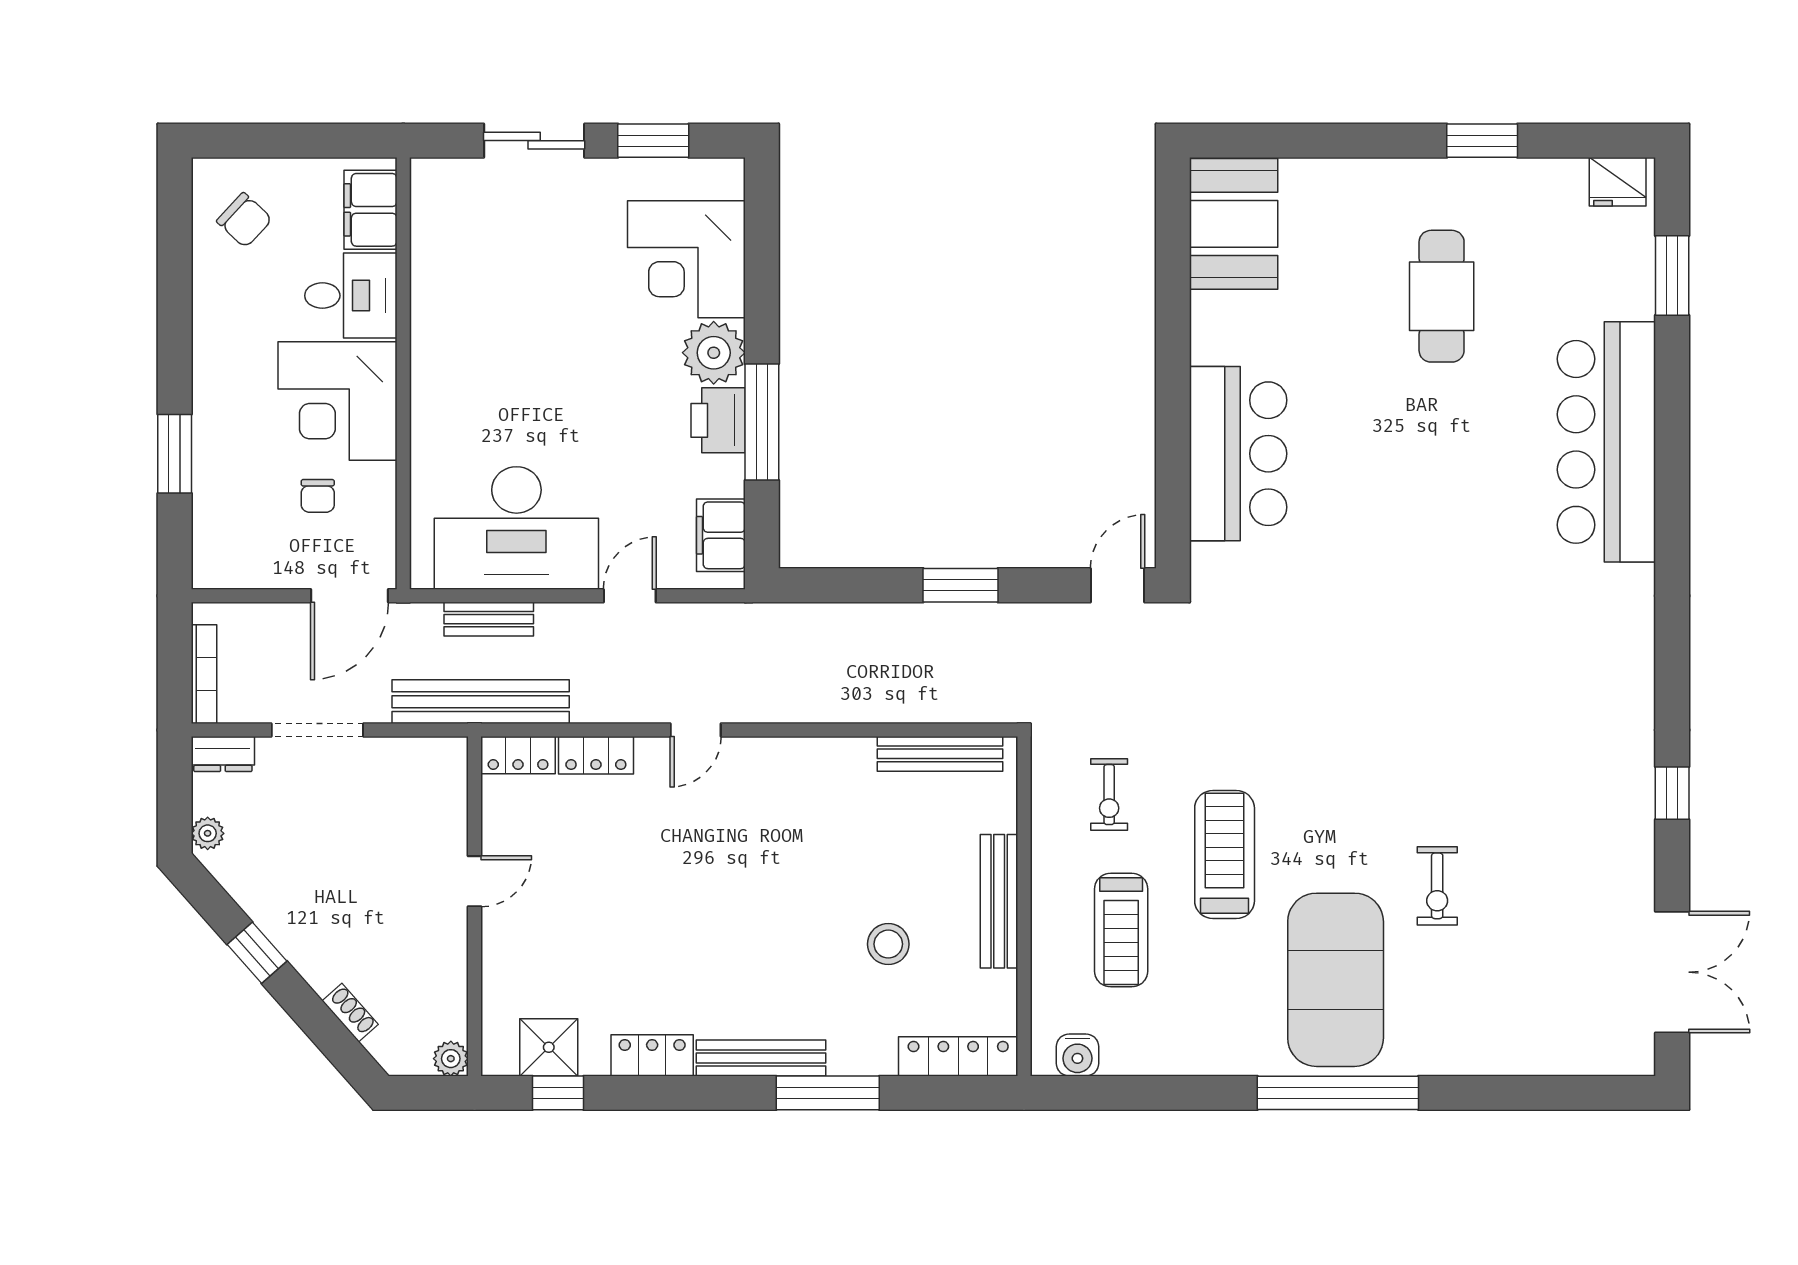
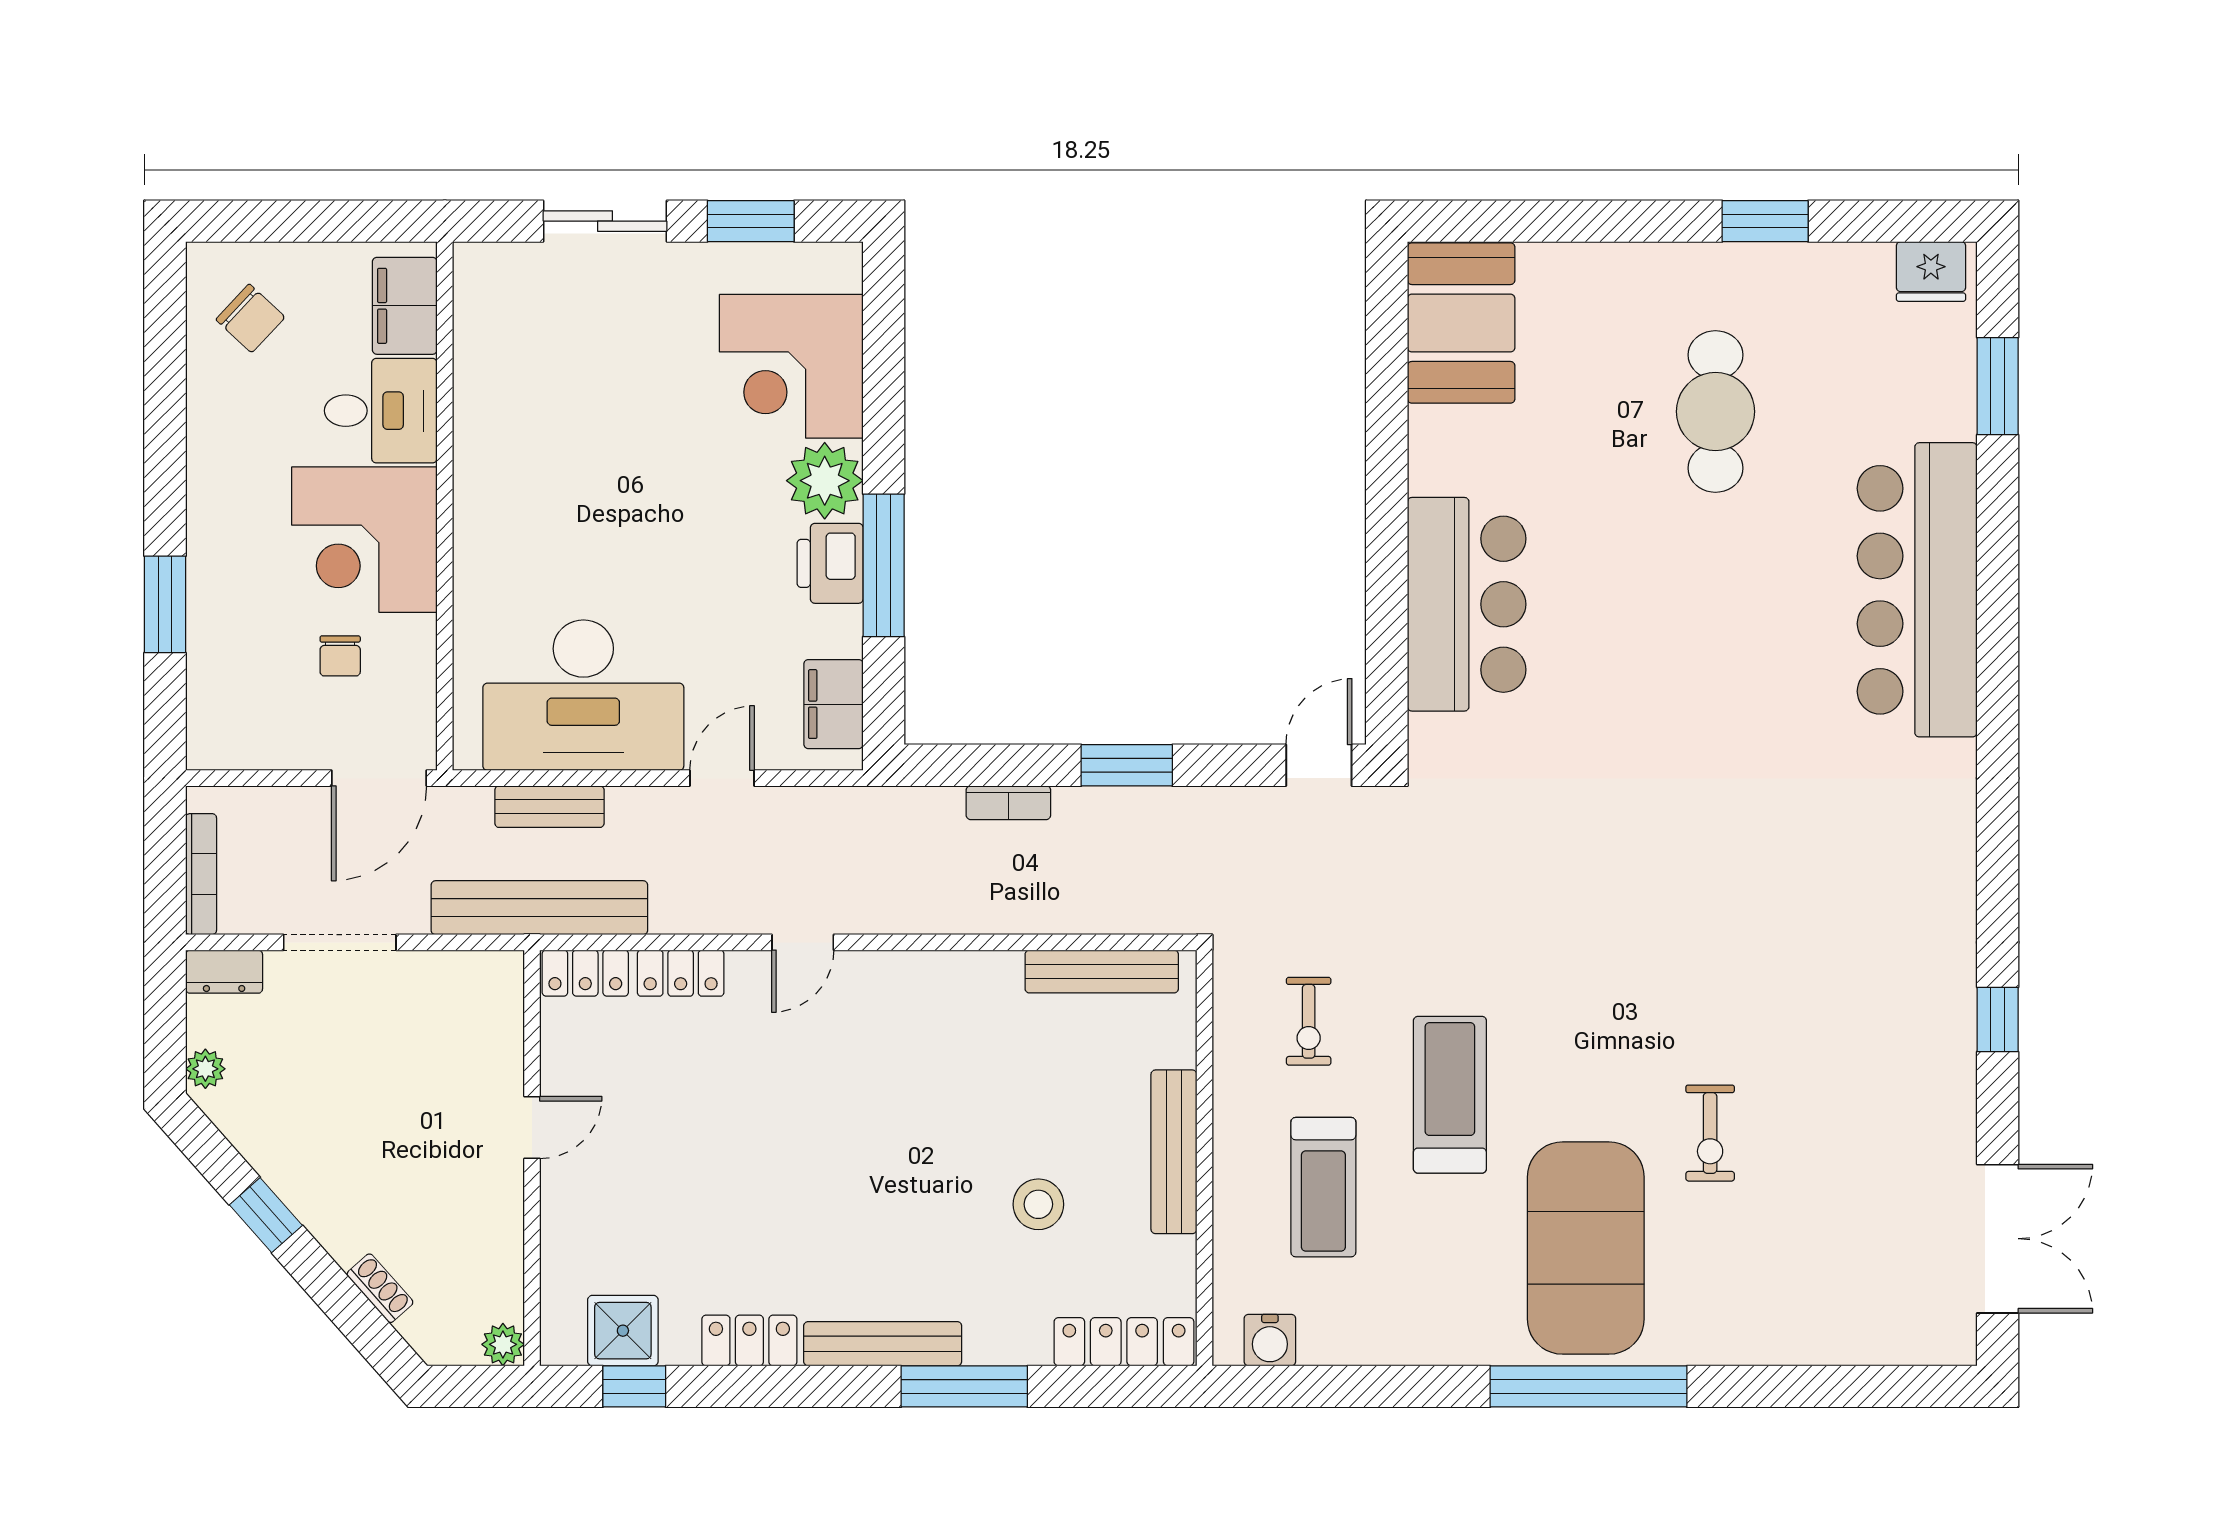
bookcase: (864, 616) -> (1008, 803), added

